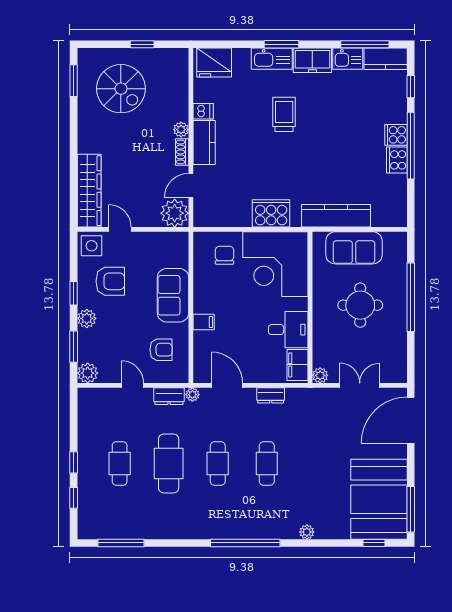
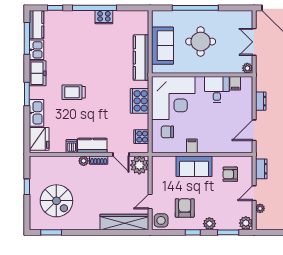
kitchen sink: (272, 59) -> (37, 113), moved
spiral stairs: (121, 89) -> (56, 201), turned 90
cooker: (396, 135) -> (141, 137), moved, turned 90
filing cabinet: (204, 322) -> (192, 146), moved
armchair: (161, 350) -> (230, 174), turned -90
filing cabinet: (298, 365) -> (235, 83), width x0.50
plant: (192, 395) -> (260, 208), moved

